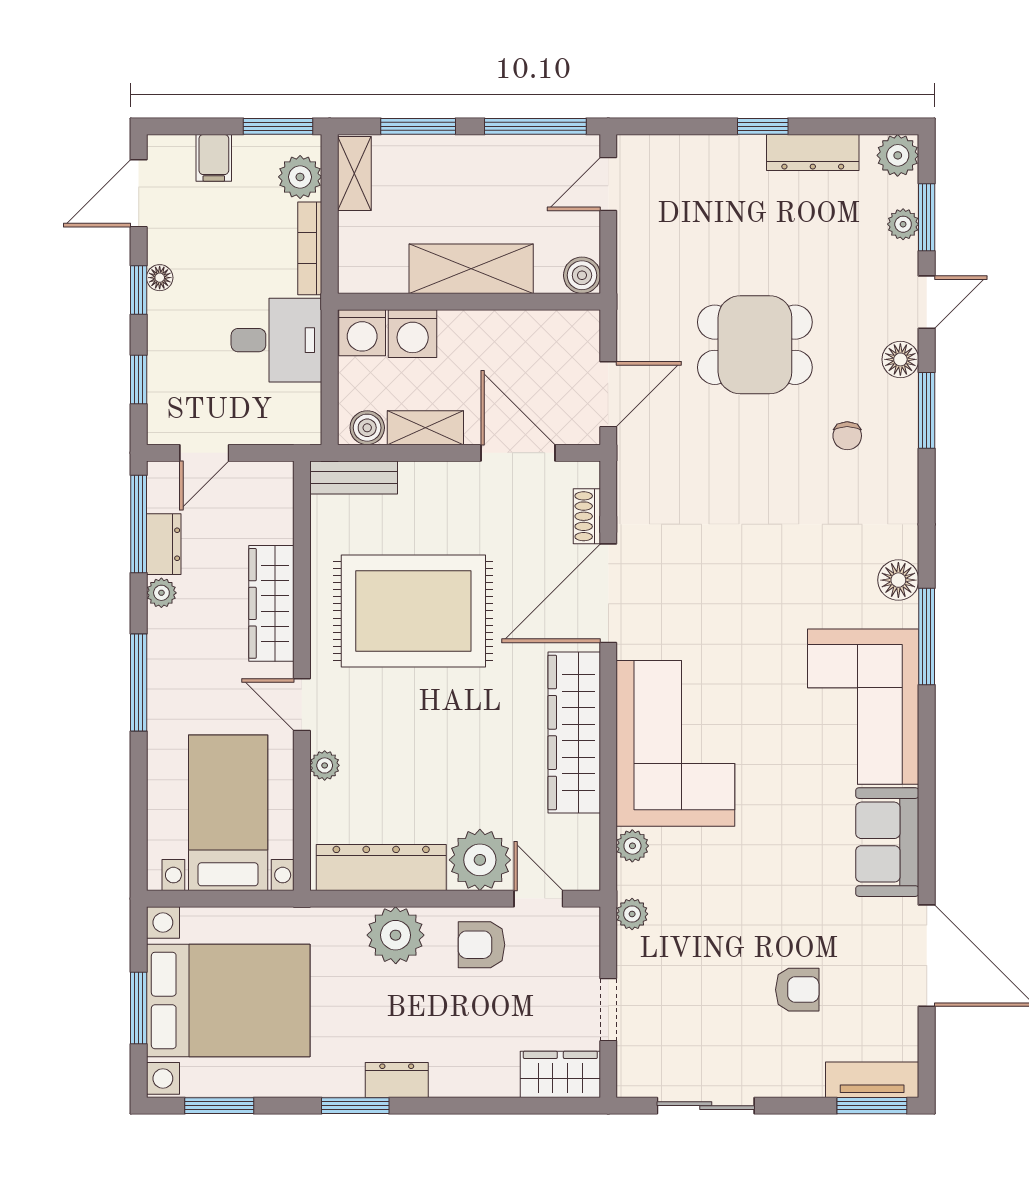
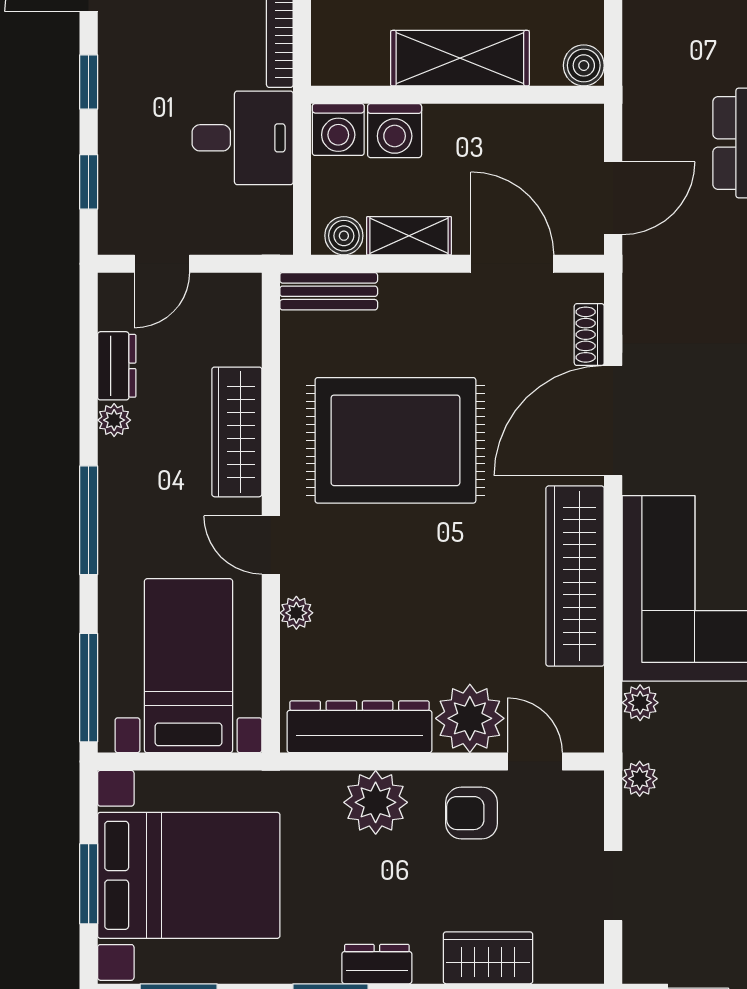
floor lamp: (160, 278) -> (112, 68), removed
window: (139, 524) -> (89, 688), moved
wardrobe: (560, 1074) -> (488, 958), moved

